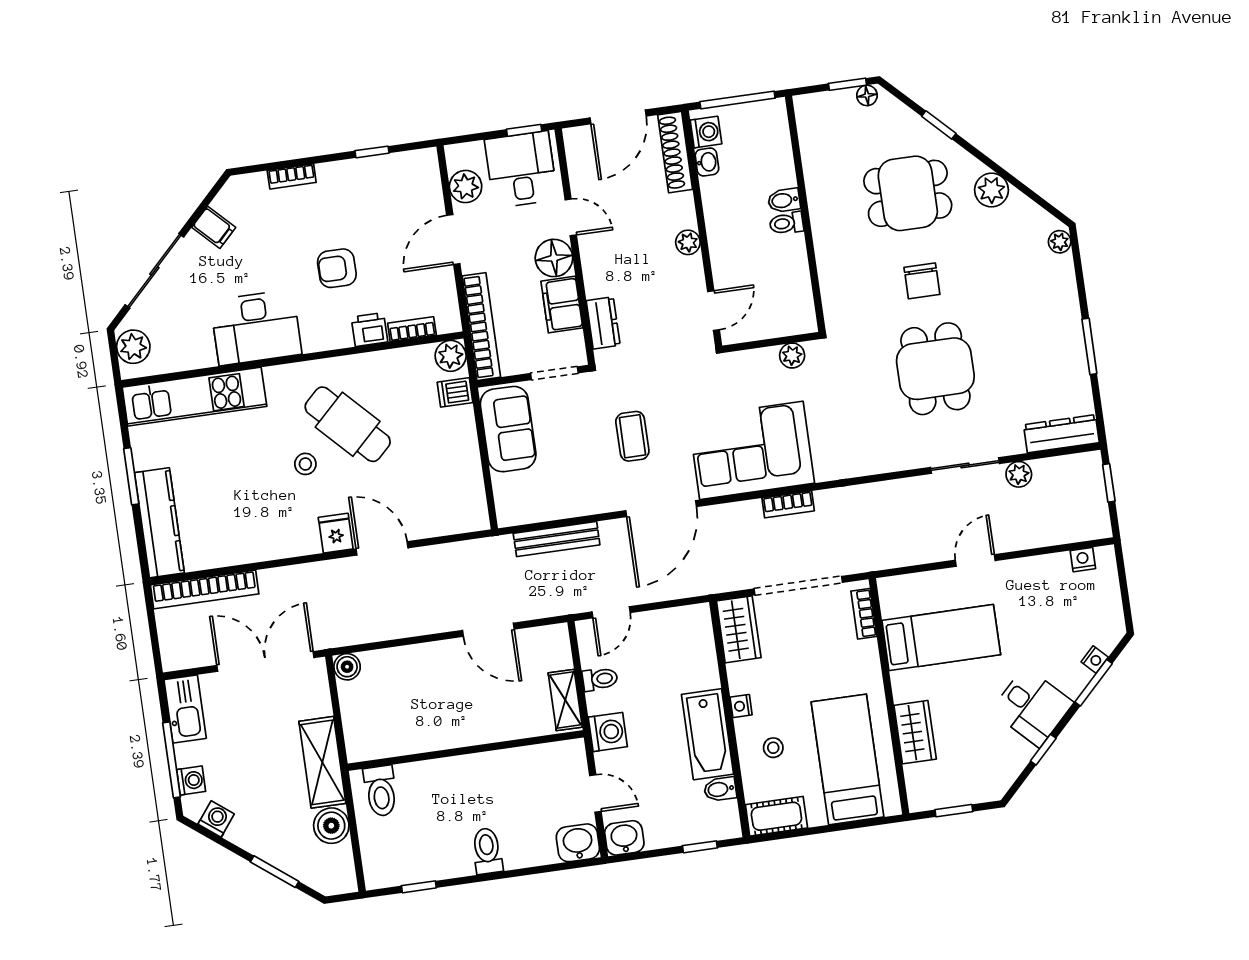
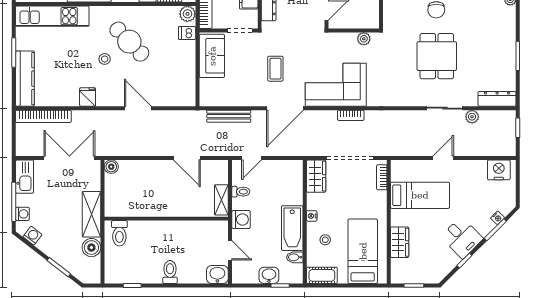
fridge: (336, 533) -> (88, 97), moved
nightstand: (1083, 560) -> (499, 170), width x1.89, depth x1.79
washbasin: (624, 838) -> (269, 275), moved

